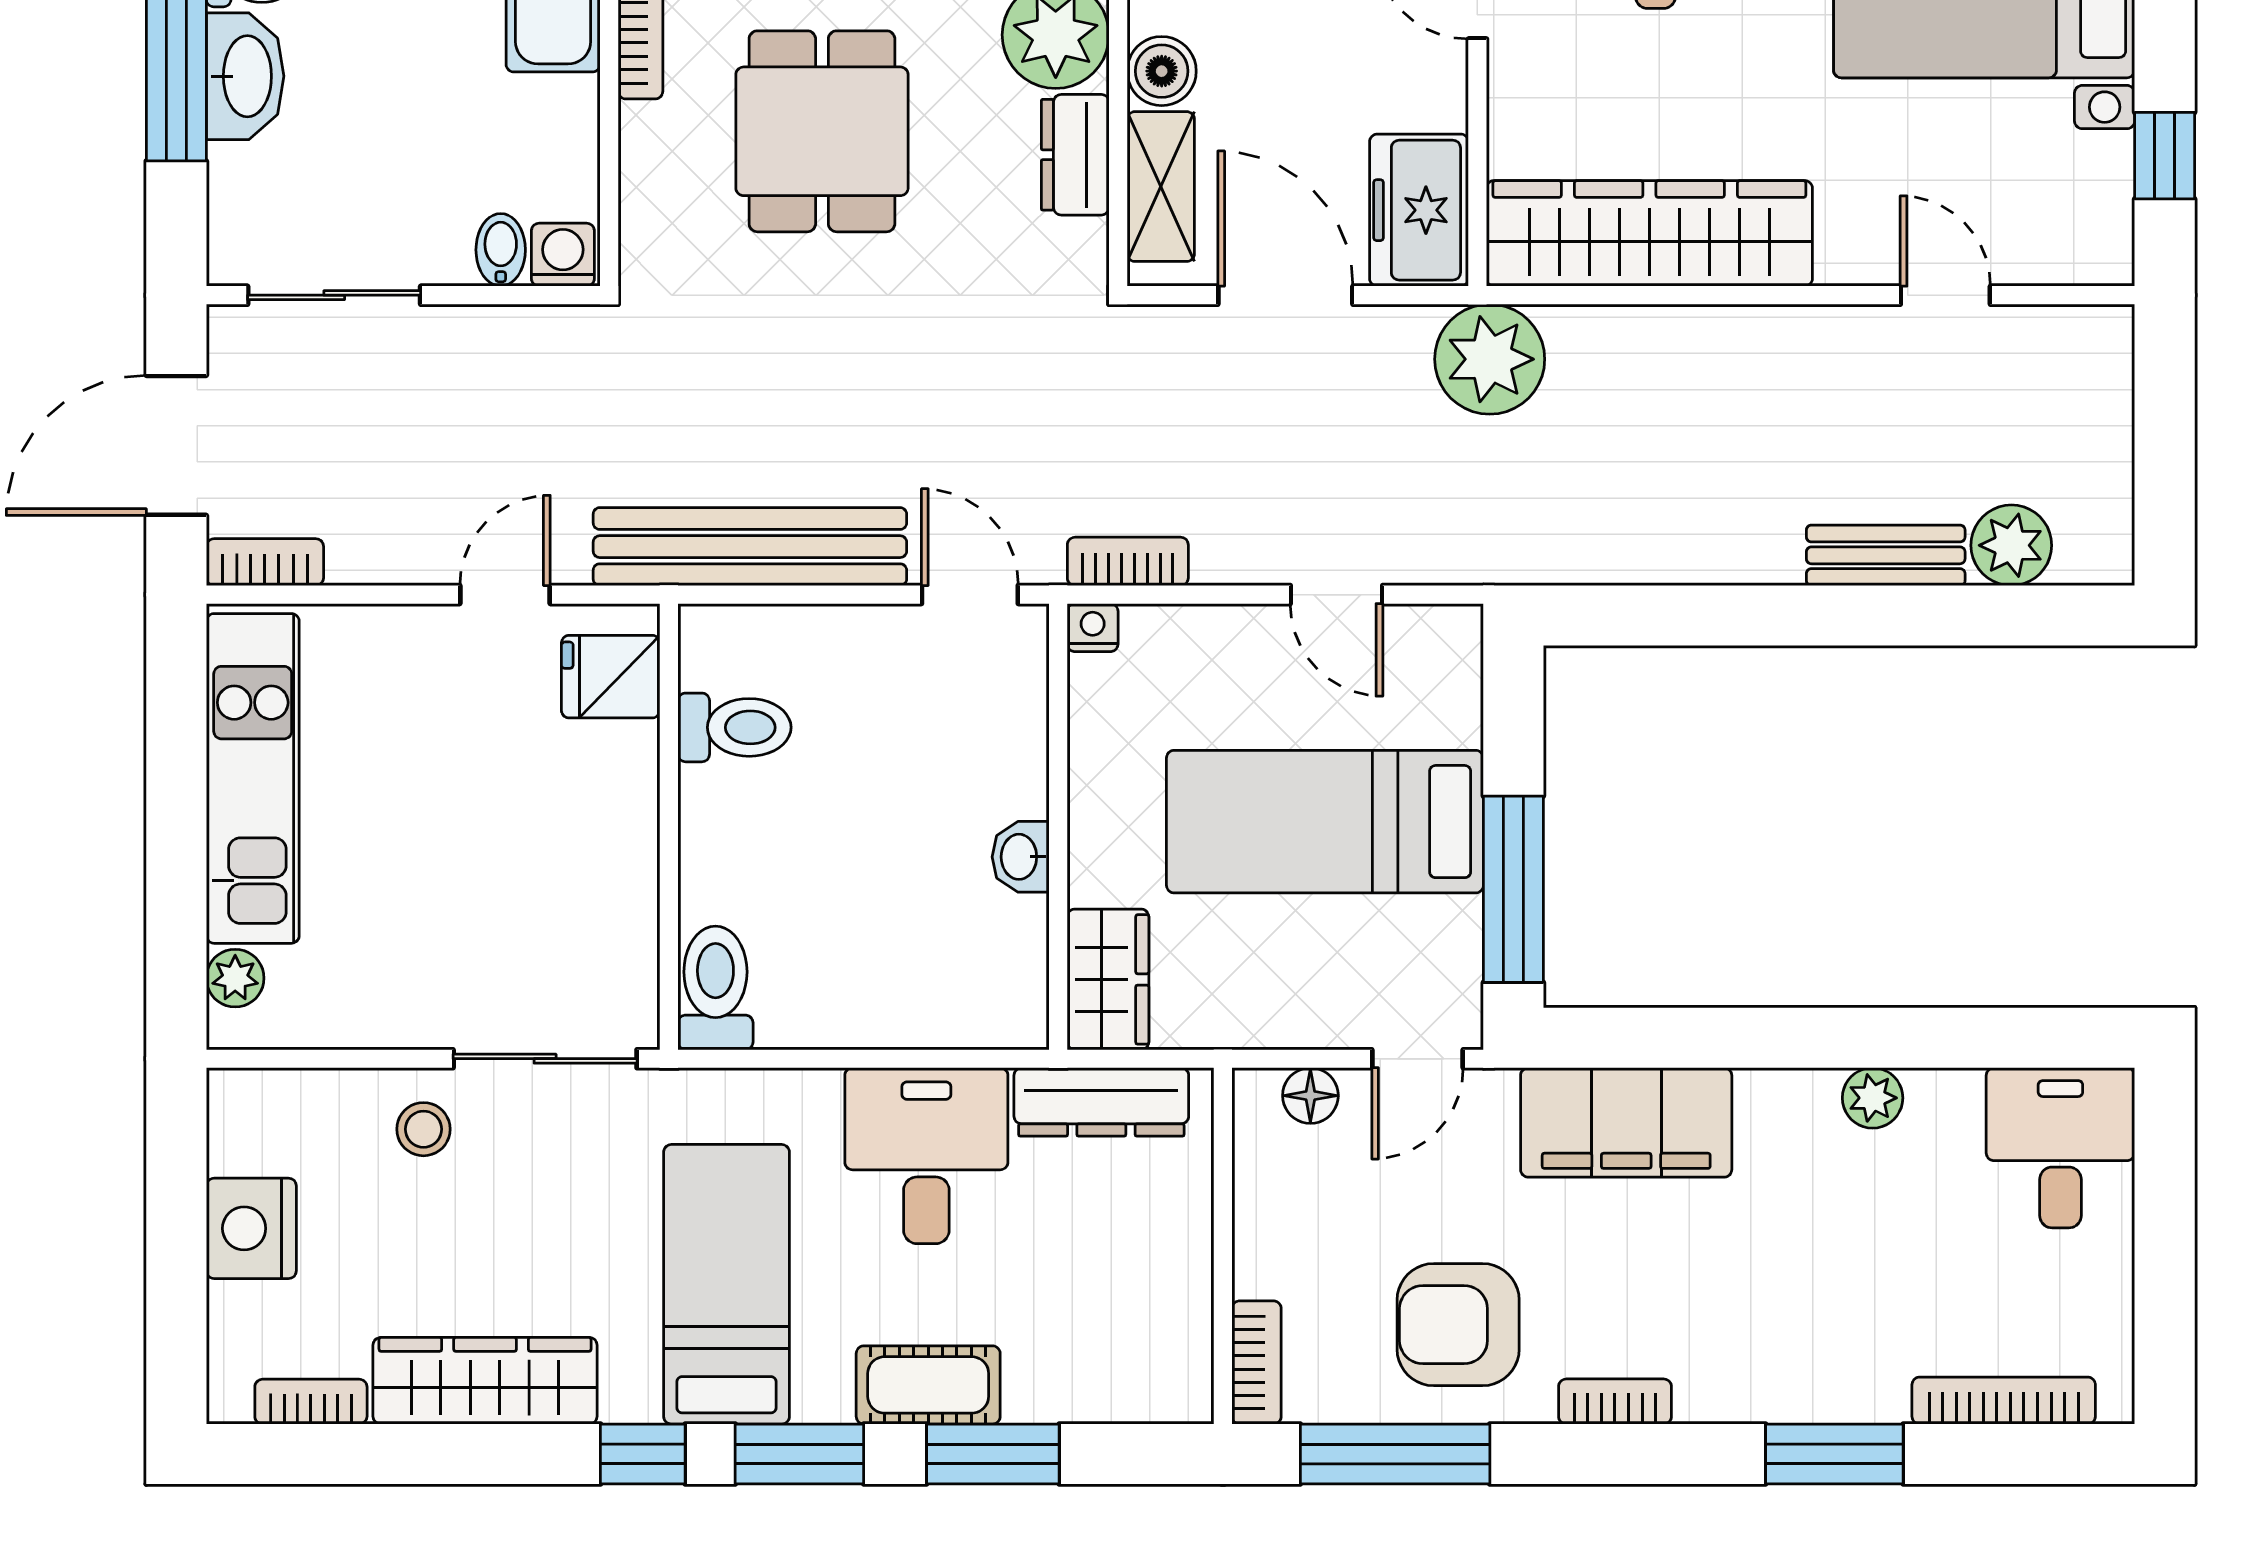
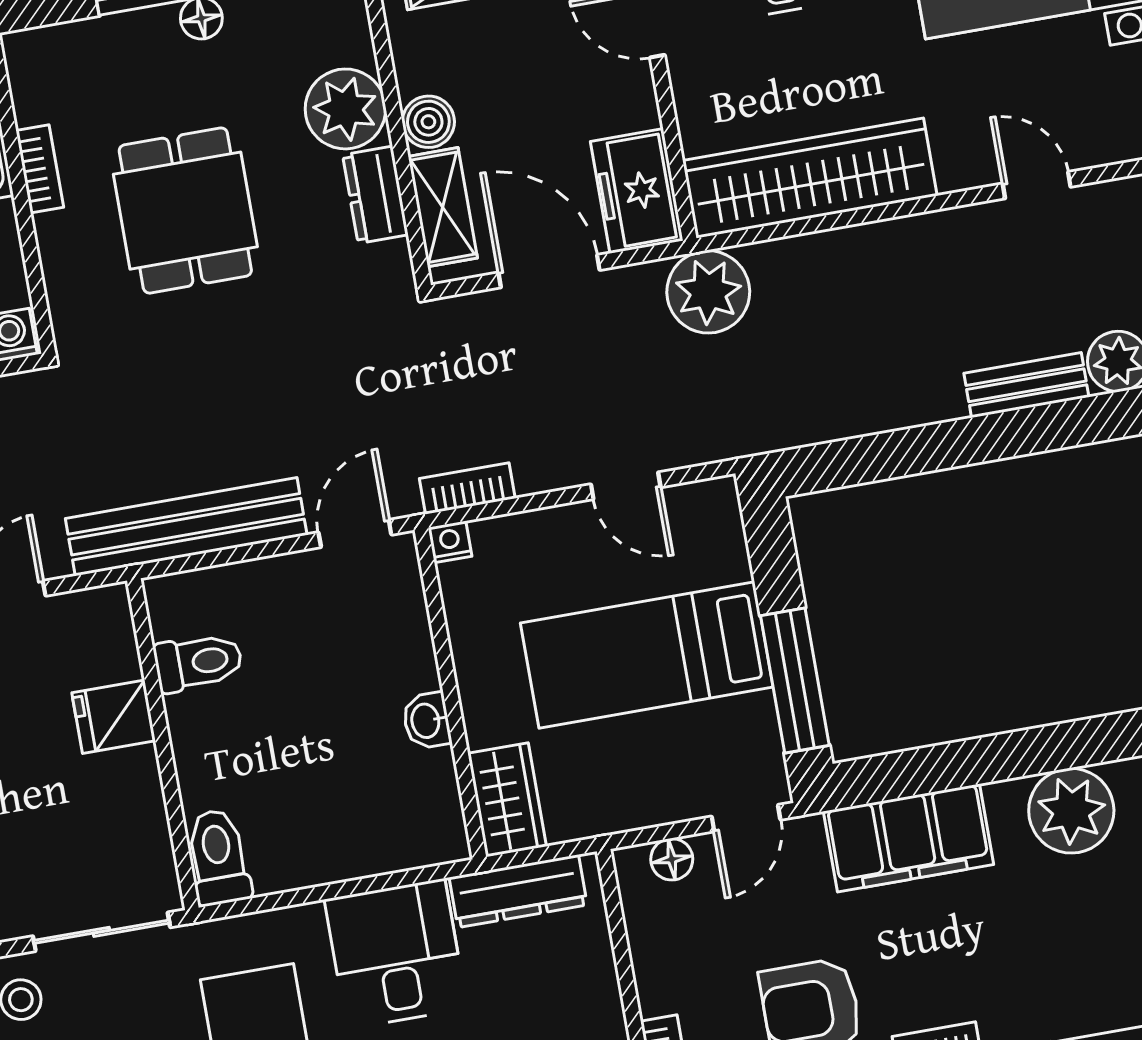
door: (970, 595) -> (355, 534), hinge flipped
fridge: (611, 677) -> (114, 717), moved
plant: (1873, 1098) -> (1071, 811), width x1.87, depth x1.87

